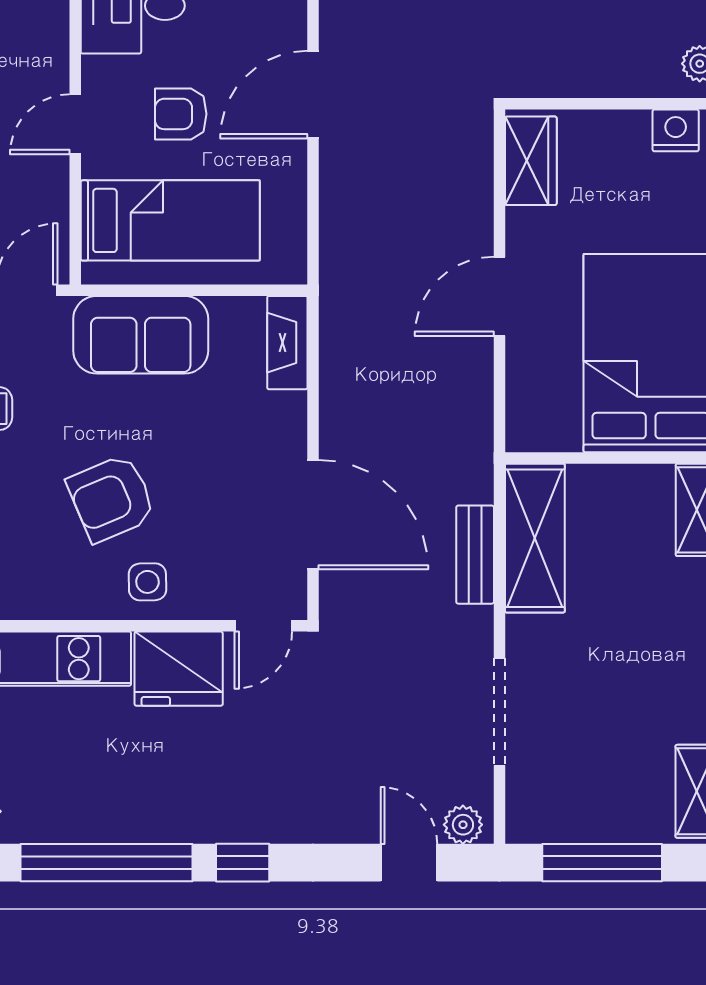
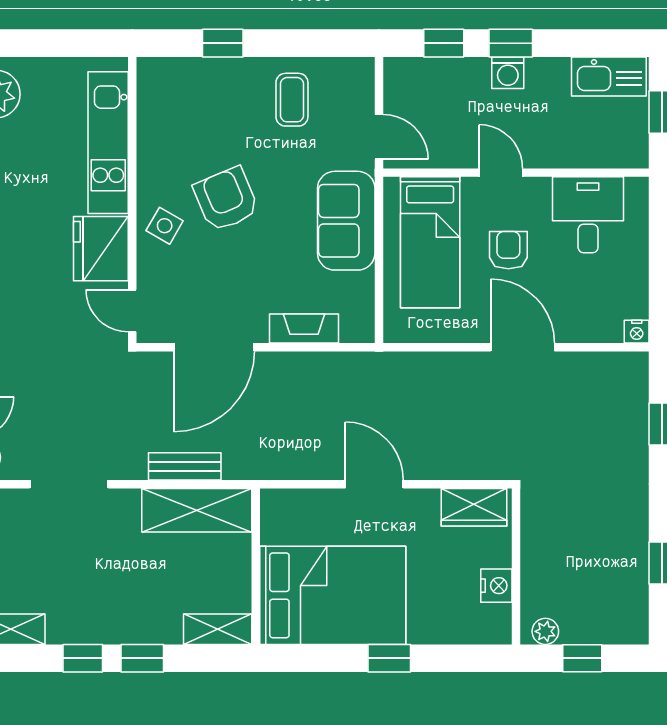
nightstand: (676, 130) -> (496, 586), moved
fireplace: (287, 343) -> (304, 328), moved
side table: (147, 582) -> (165, 226), turned 31

